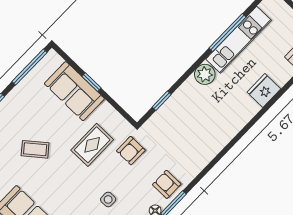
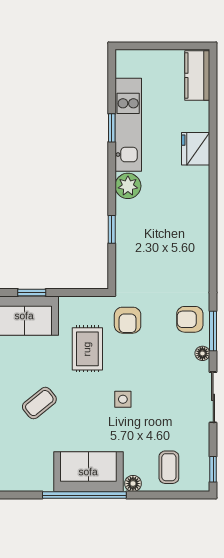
window: (228, 32) -> (112, 128), width x0.46
window: (162, 101) -> (112, 229), moved
side table: (108, 199) -> (123, 399), moved

